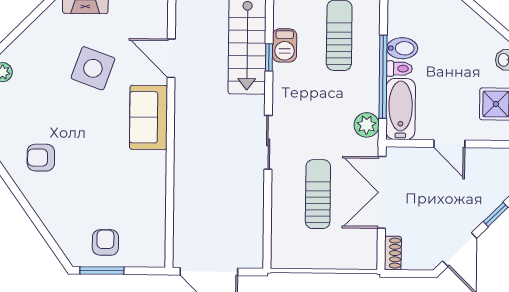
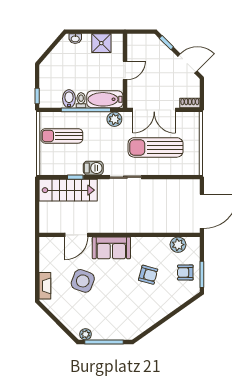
barbecue: (285, 45) -> (93, 168), moved
armchair: (41, 158) -> (148, 275), moved, turned -75
sun lounger: (318, 194) -> (156, 147), width x1.36, depth x1.34
plant: (153, 230) -> (178, 245), added

